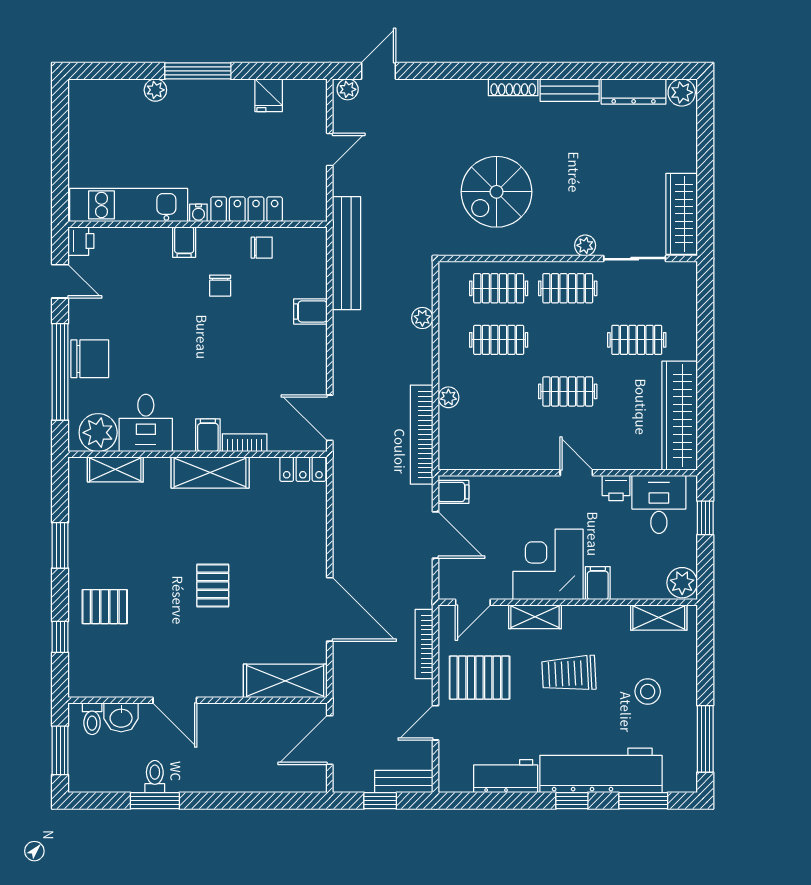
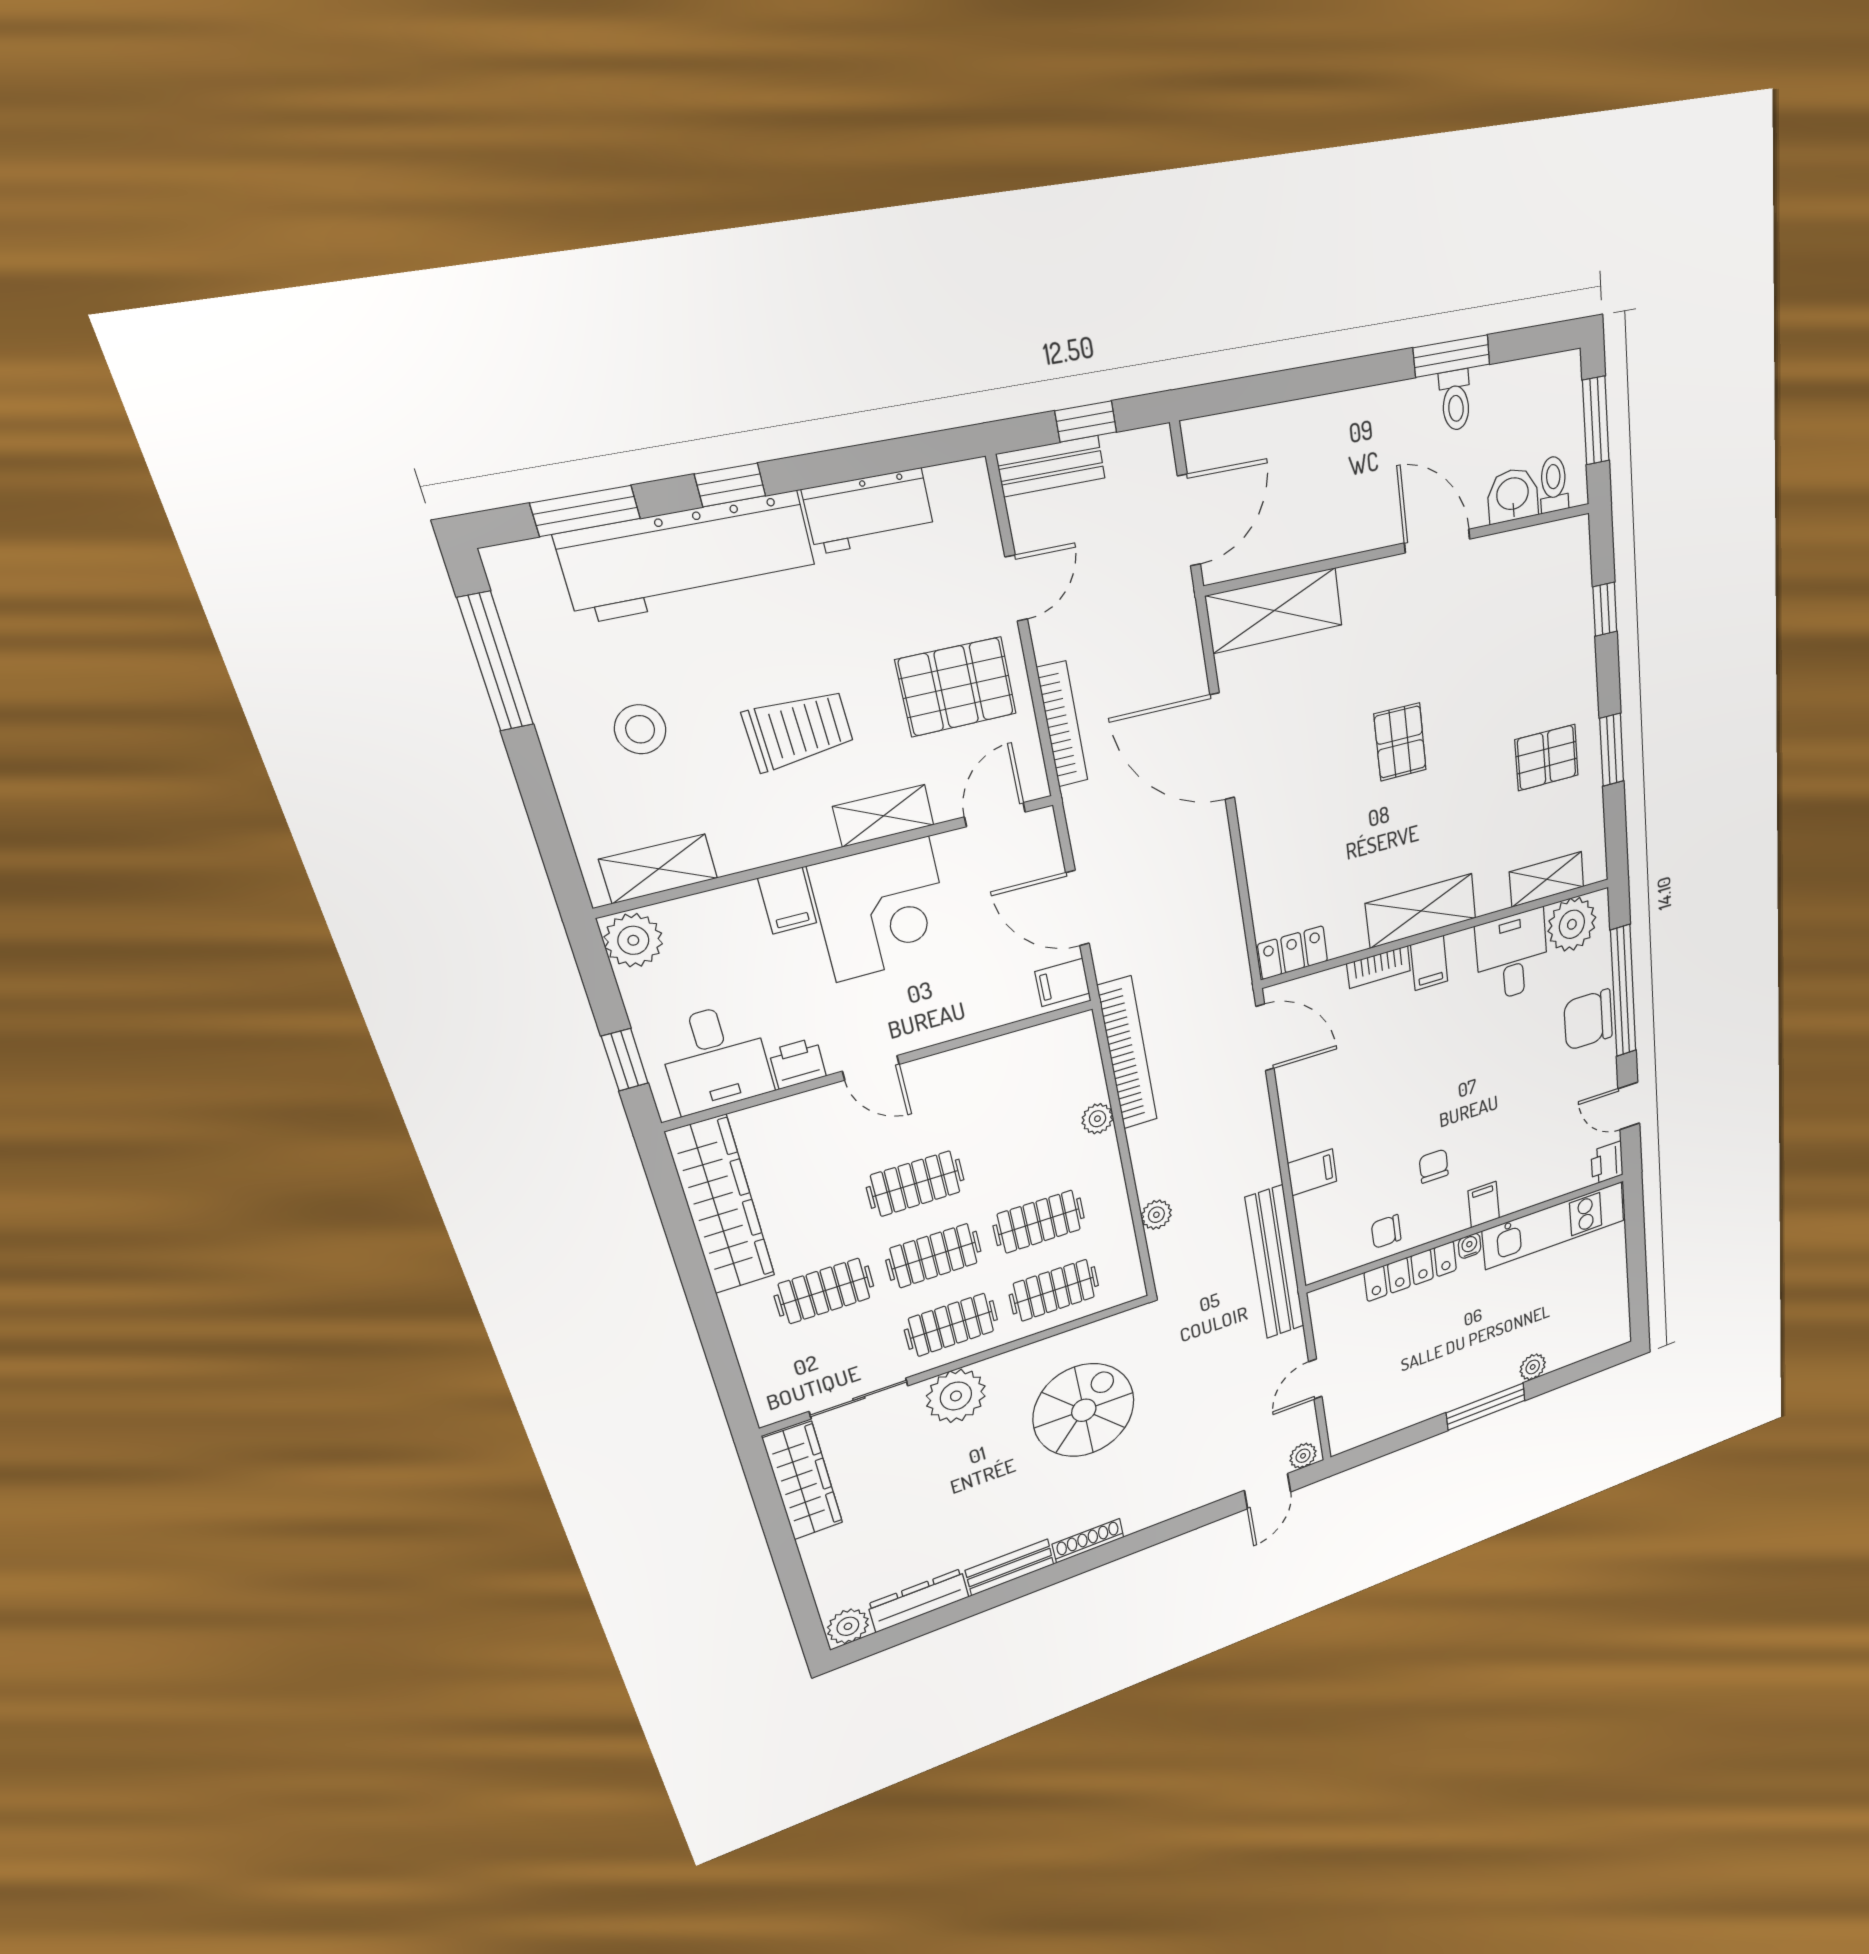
fridge: (269, 95) -> (1399, 1412), removed
plant: (585, 245) -> (956, 1396), width x1.87, depth x1.87
clothes rail: (568, 340) -> (934, 1256), added
pallet: (105, 607) -> (1547, 758), moved

